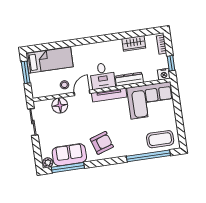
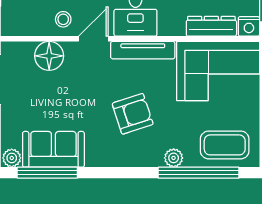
dresser: (129, 79) -> (211, 26), moved
armchair: (102, 143) -> (133, 114), moved
plant: (134, 150) -> (174, 158), added

